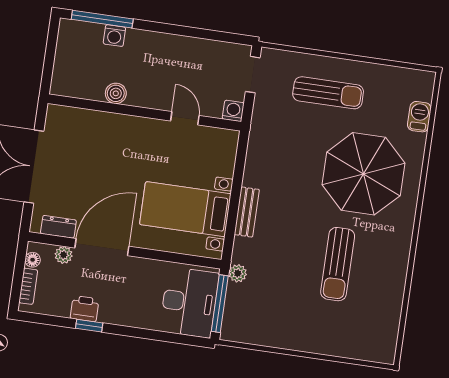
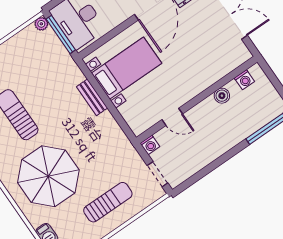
washing machine: (114, 36) -> (244, 80), moved, turned 180
sun lounger: (328, 93) -> (108, 202), turned 180
plant: (238, 273) -> (41, 24), moved

